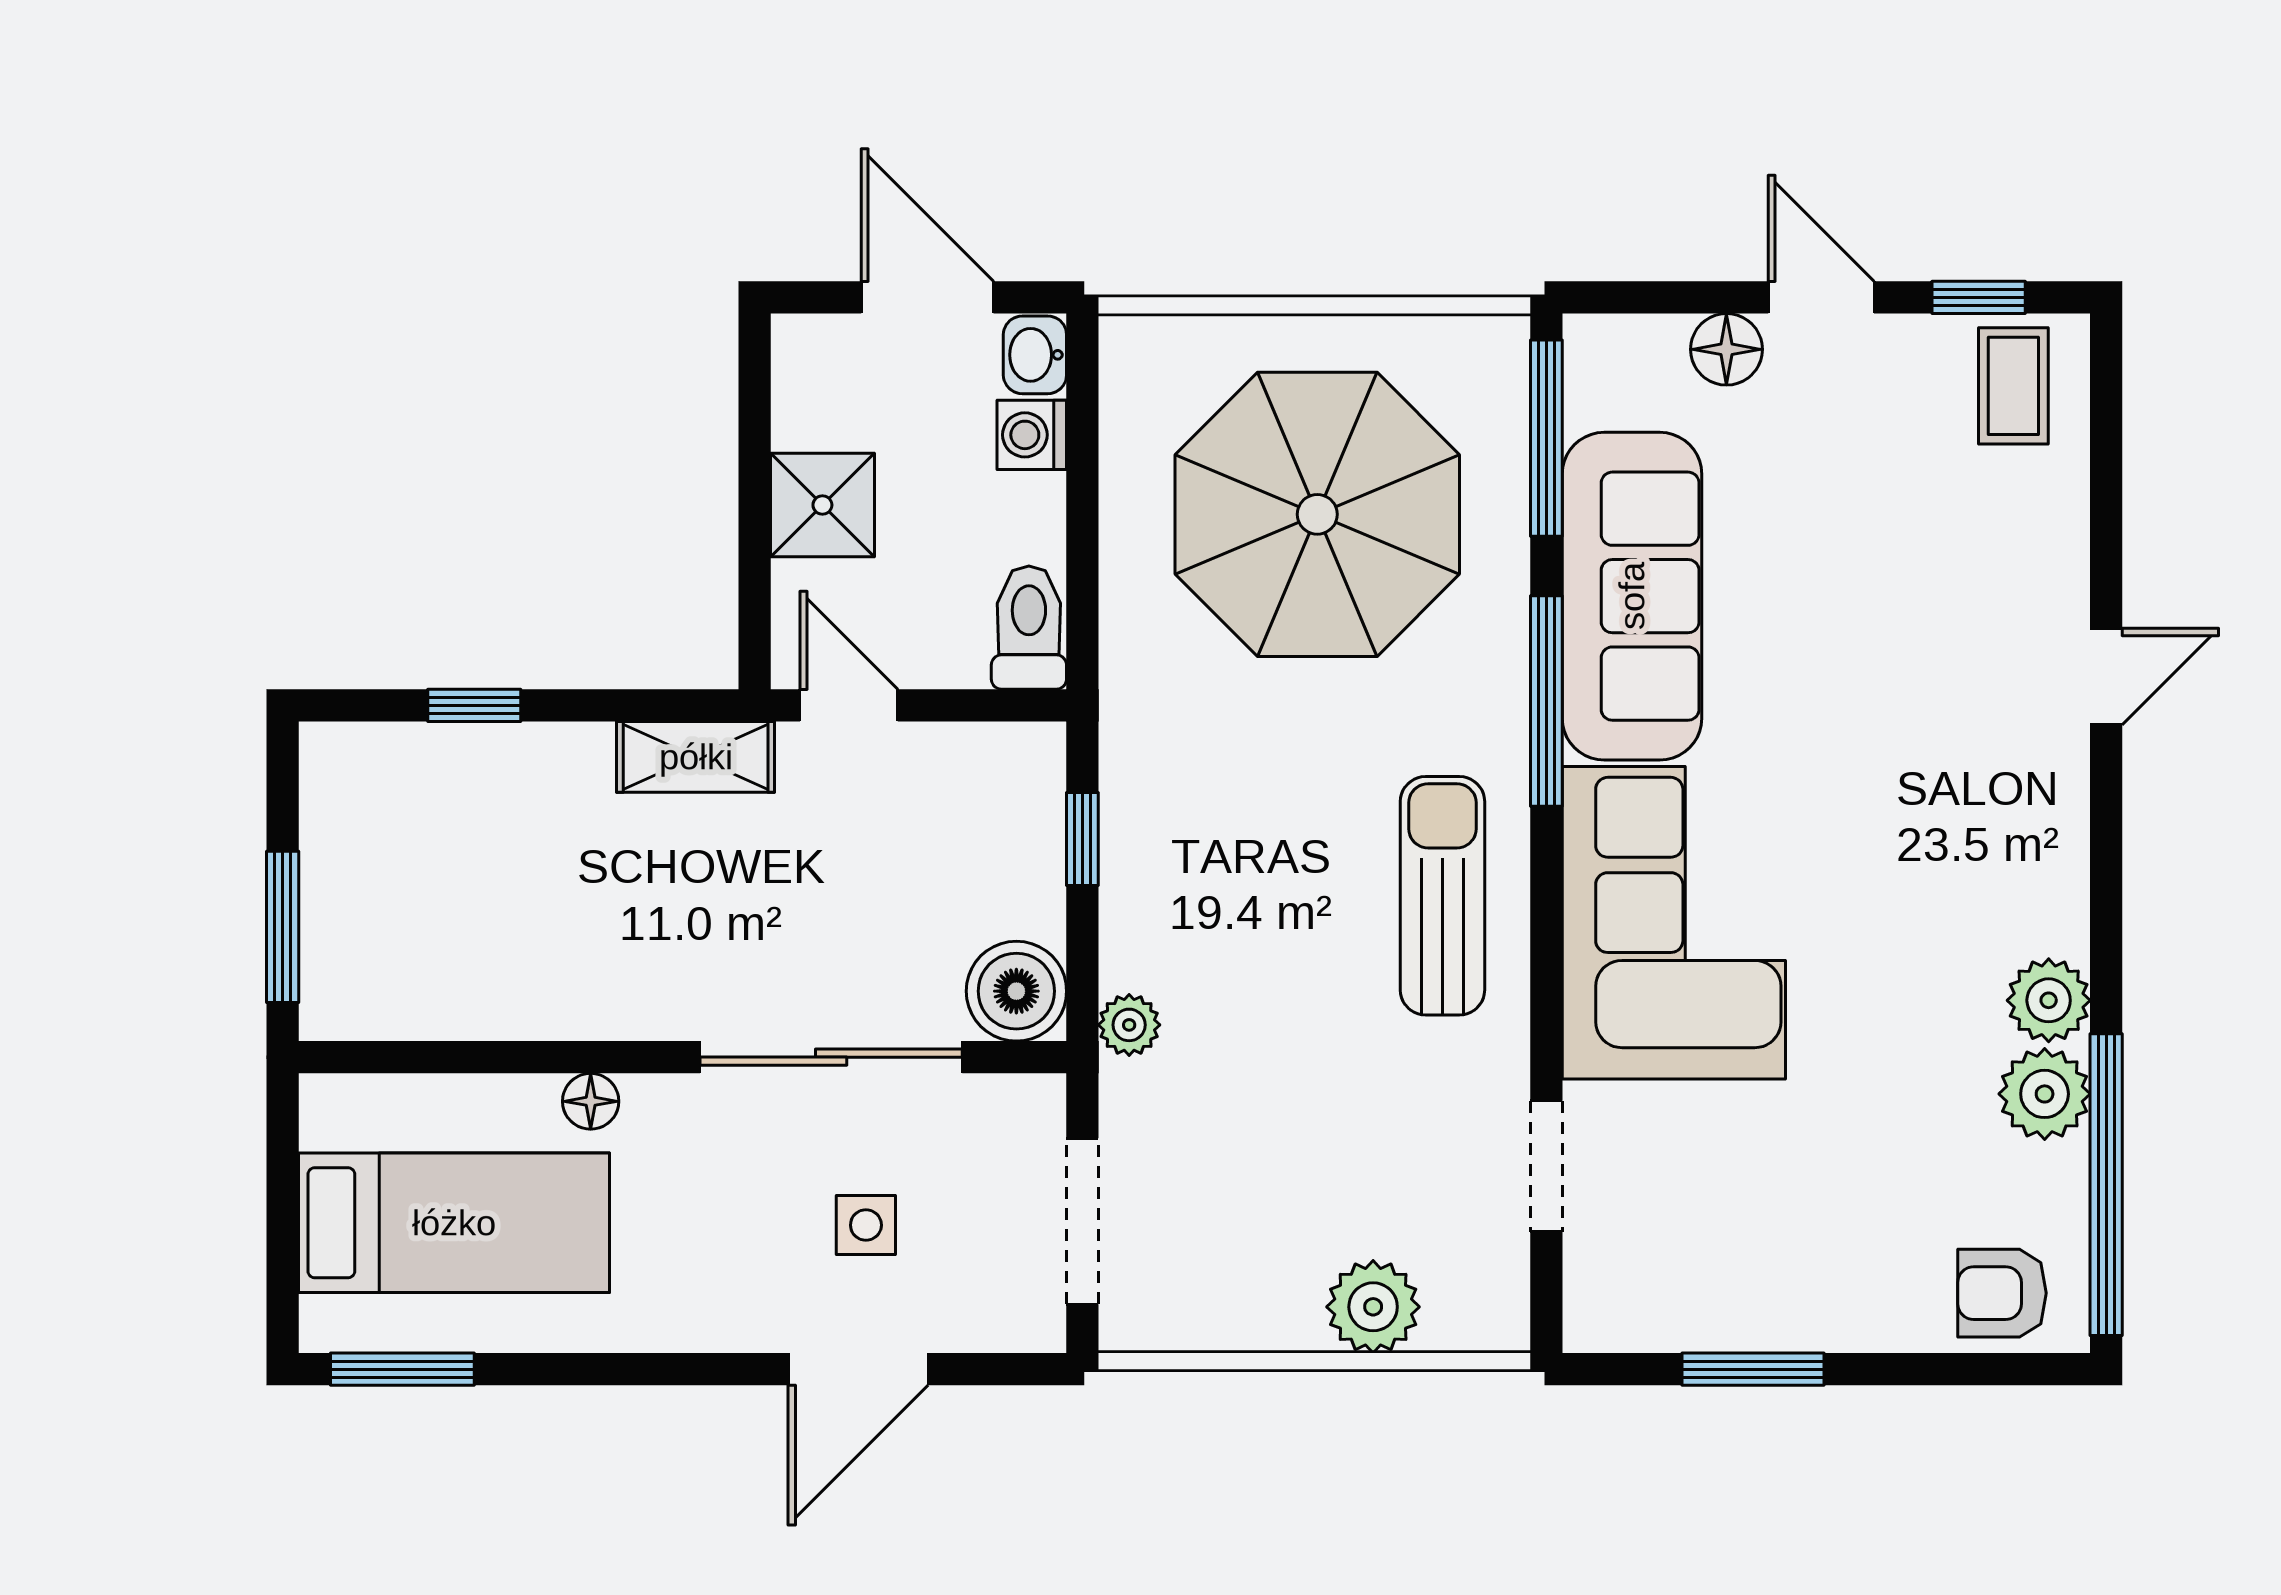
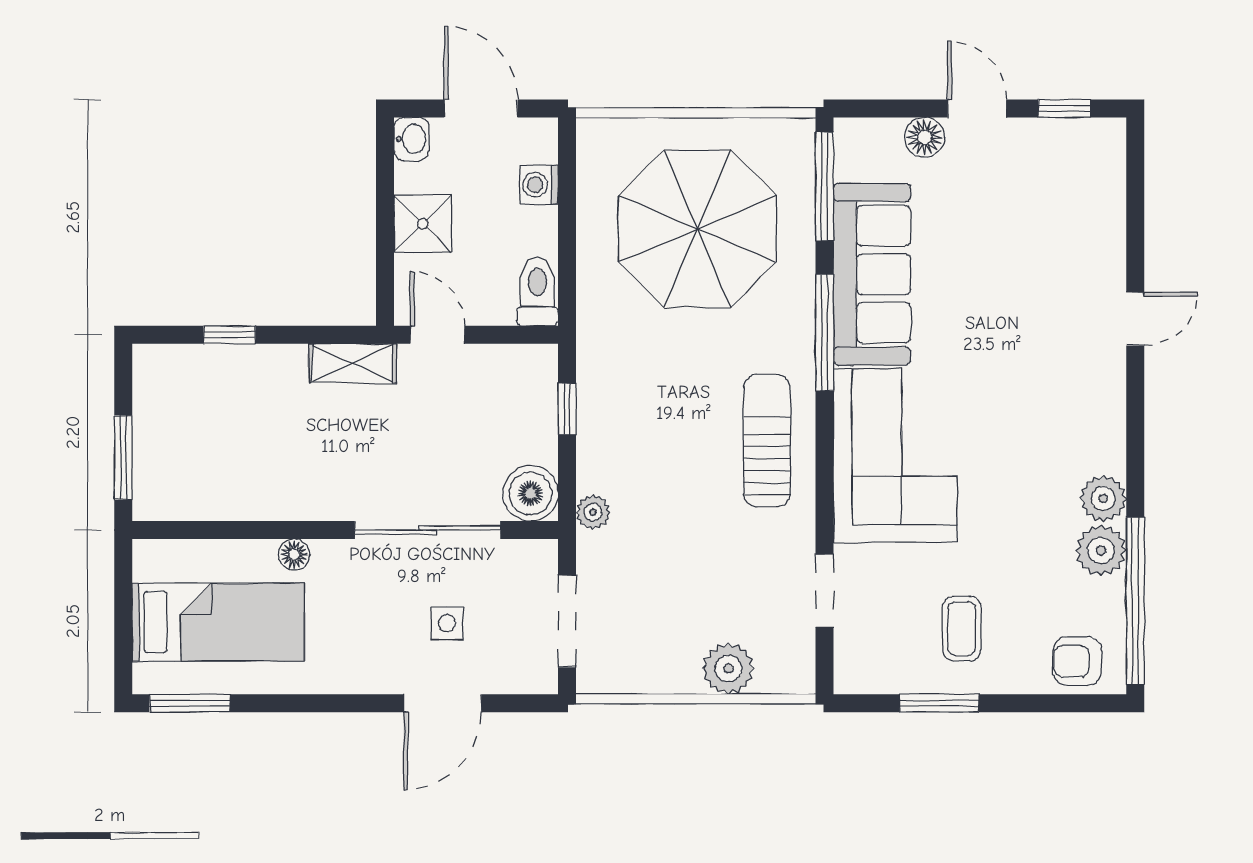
washbasin: (1035, 355) -> (411, 139), moved, turned 180
coffee table: (2013, 386) -> (962, 629), moved

